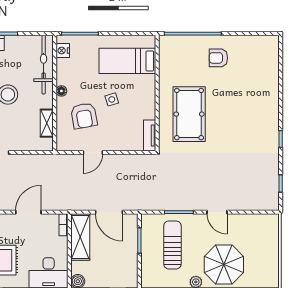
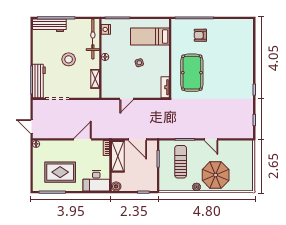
armchair: (218, 58) -> (200, 35), moved
armchair: (84, 116) -> (120, 74), removed

